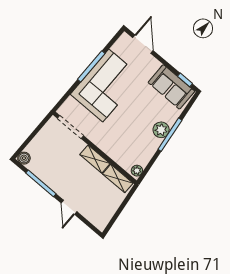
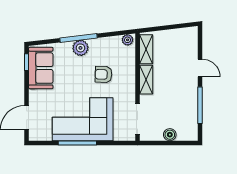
armchair: (126, 130) -> (103, 74), added
boiler: (24, 158) -> (170, 135), moved
door: (69, 207) -> (200, 68), hinge flipped

